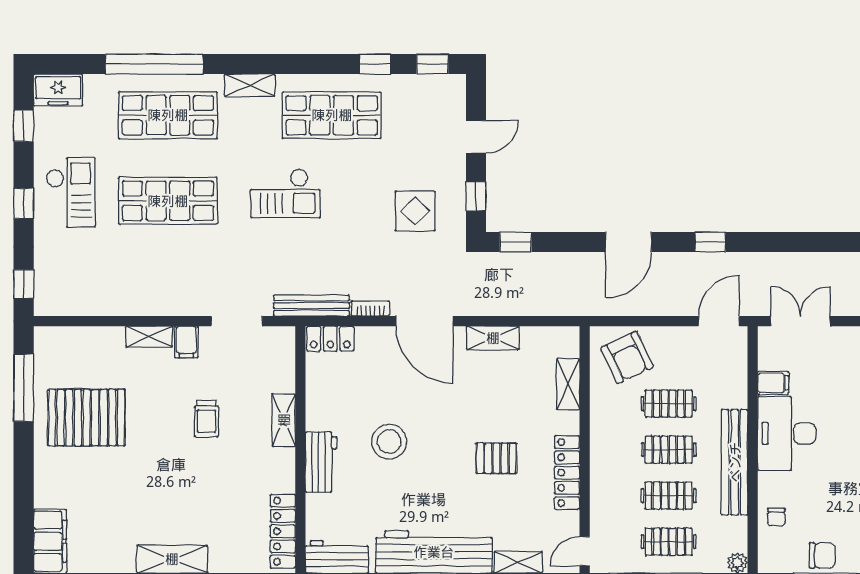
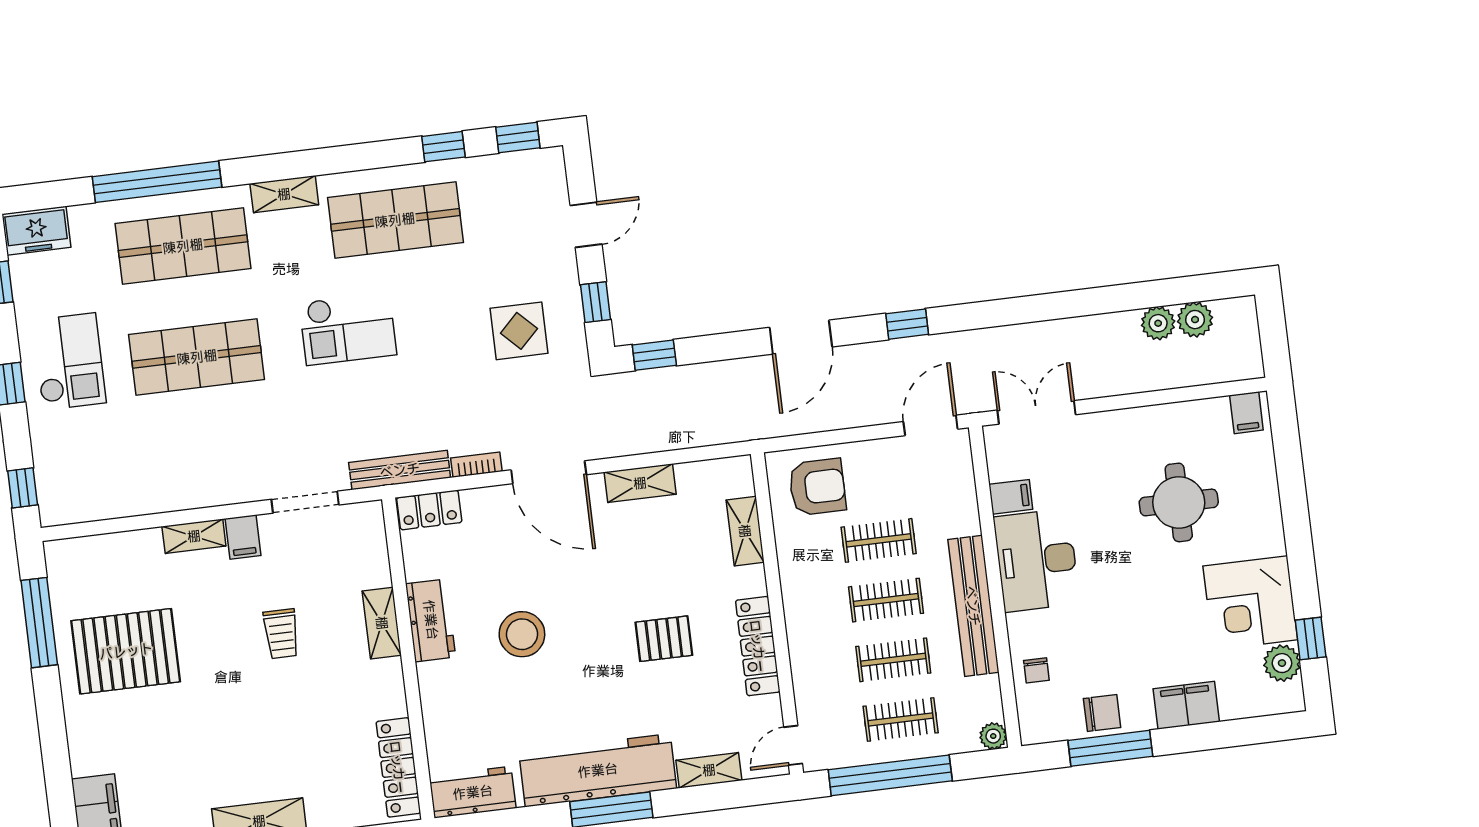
armchair: (627, 357) -> (817, 487), turned -65
workbench: (321, 462) -> (431, 620), moved

